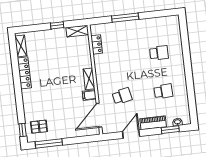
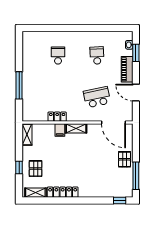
window: (57, 25) -> (19, 168), moved
pallet: (45, 43) -> (36, 169), added
locker: (97, 44) -> (57, 117), moved
filing cabinet: (89, 95) -> (60, 130), moved
school desk: (122, 96) -> (97, 97), width x1.85
pallet: (39, 127) -> (125, 159), moved

